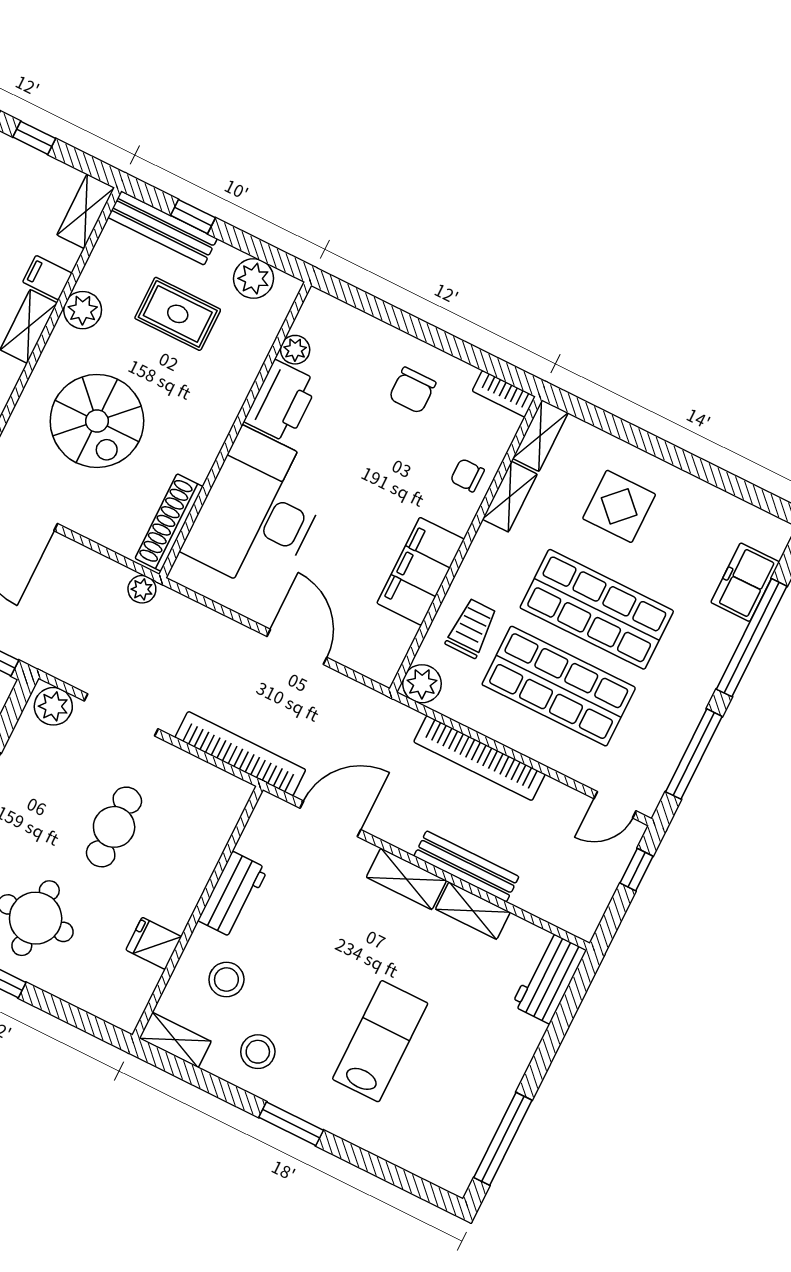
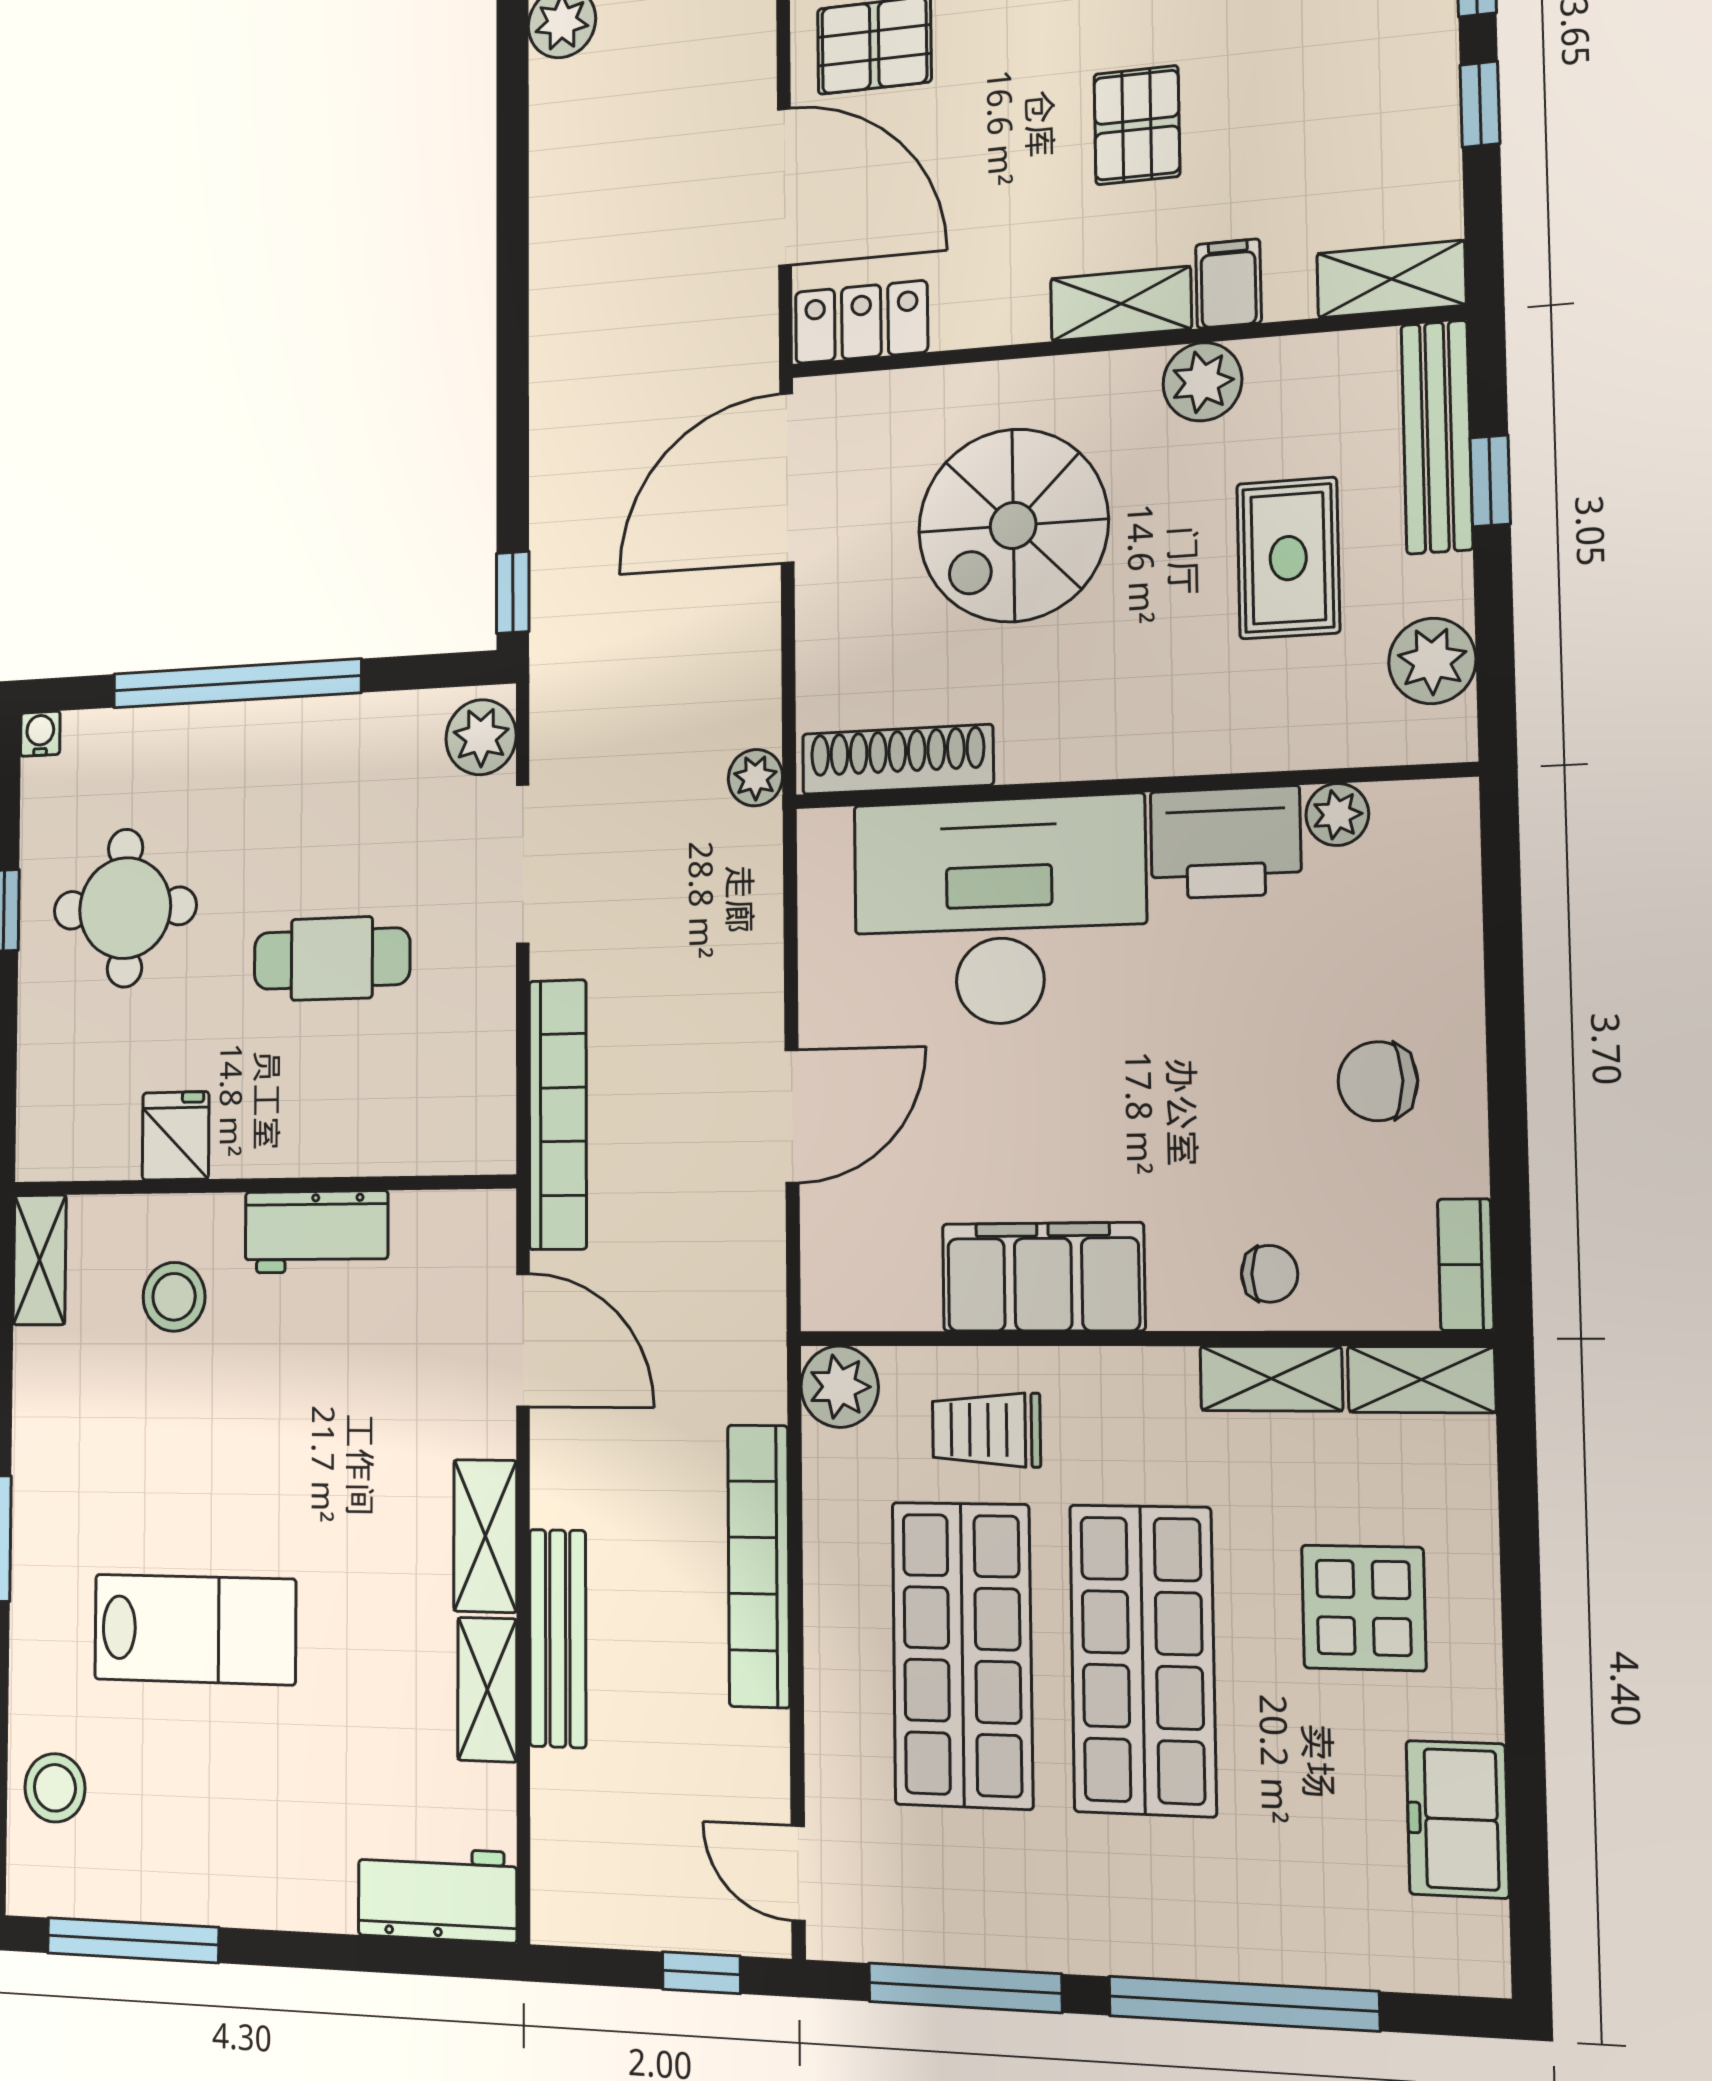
chair: (467, 475) -> (1270, 1274), turned 90
freezer: (745, 582) -> (1457, 1819), moved, turned -90
trolley: (471, 628) -> (986, 1430), turned 180
stool: (258, 1052) -> (55, 1788), moved

